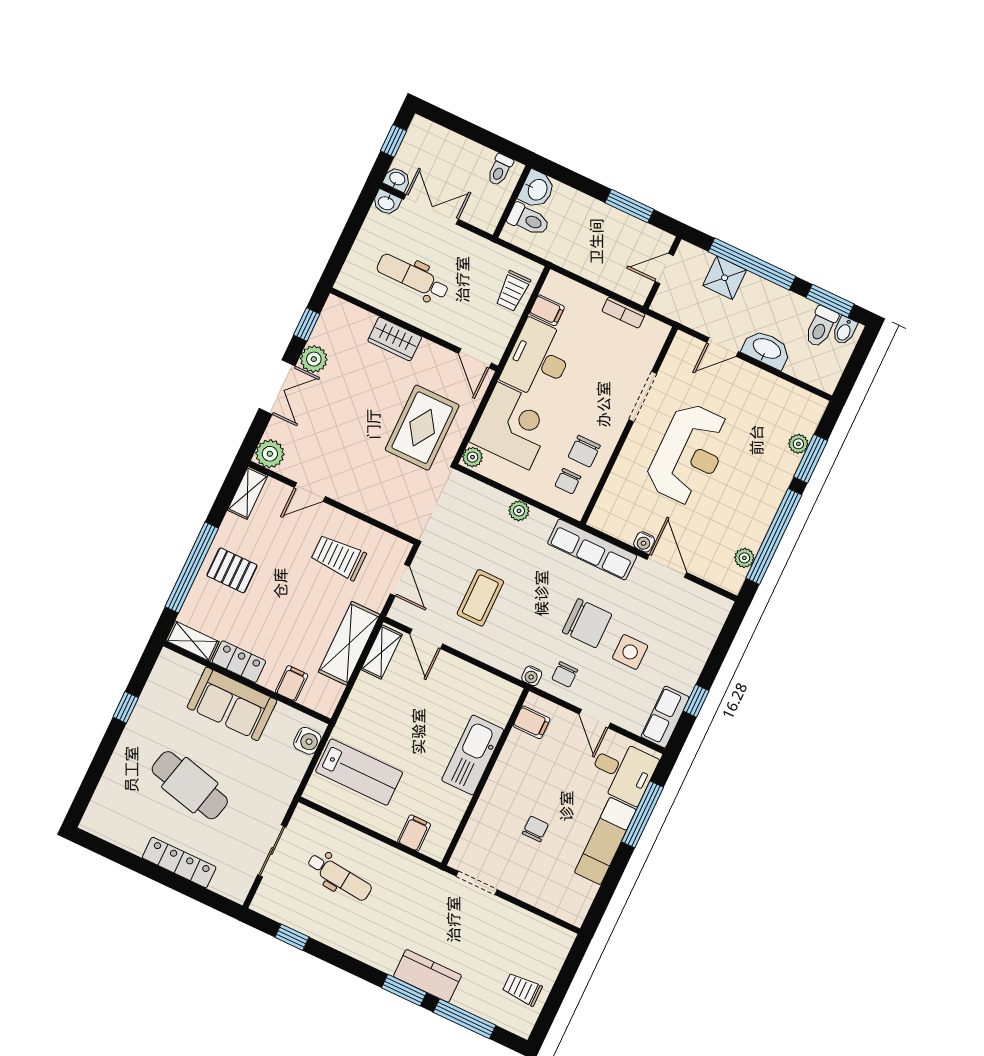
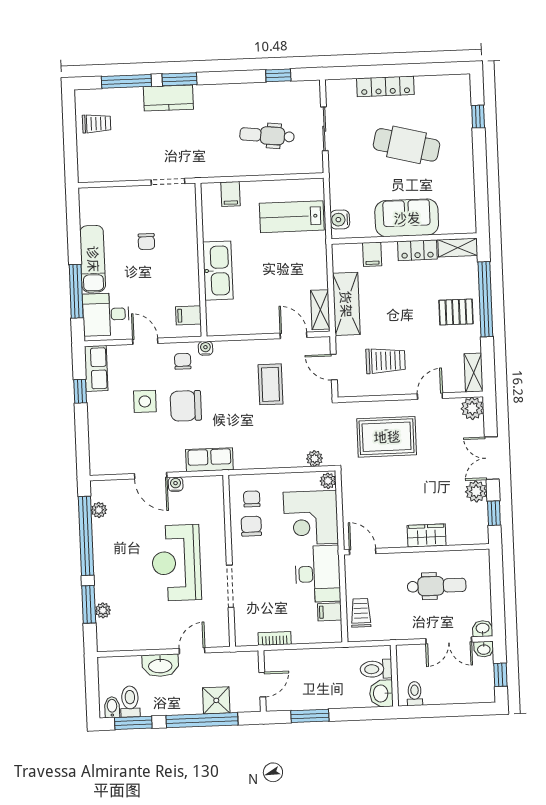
rug: (422, 428) -> (387, 437), moved, turned 90
plant: (519, 511) -> (315, 458), moved
row of seats: (592, 550) -> (209, 460), width x0.68
window: (126, 707) -> (478, 117), moved

